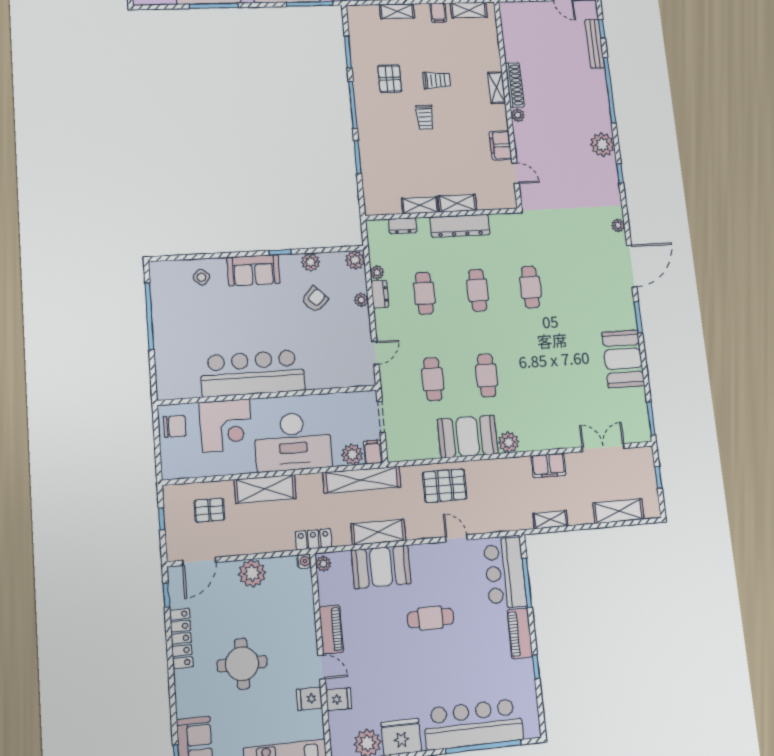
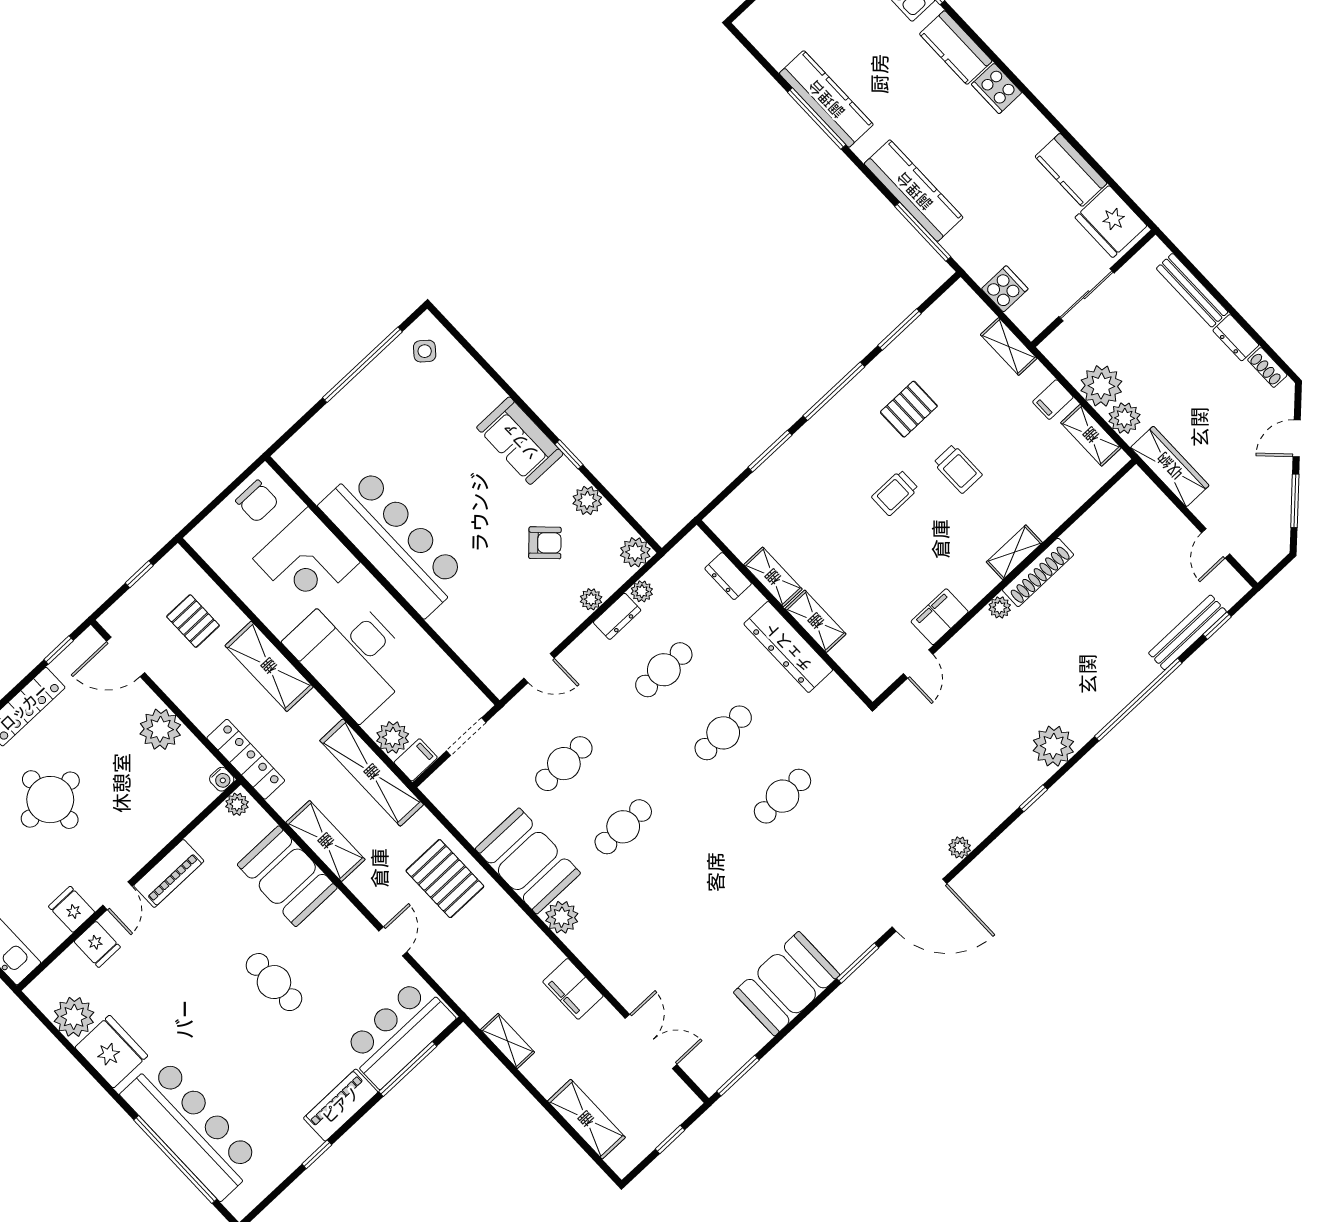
side table: (201, 277) -> (425, 351), moved
locker: (313, 539) -> (246, 759), width x1.53

